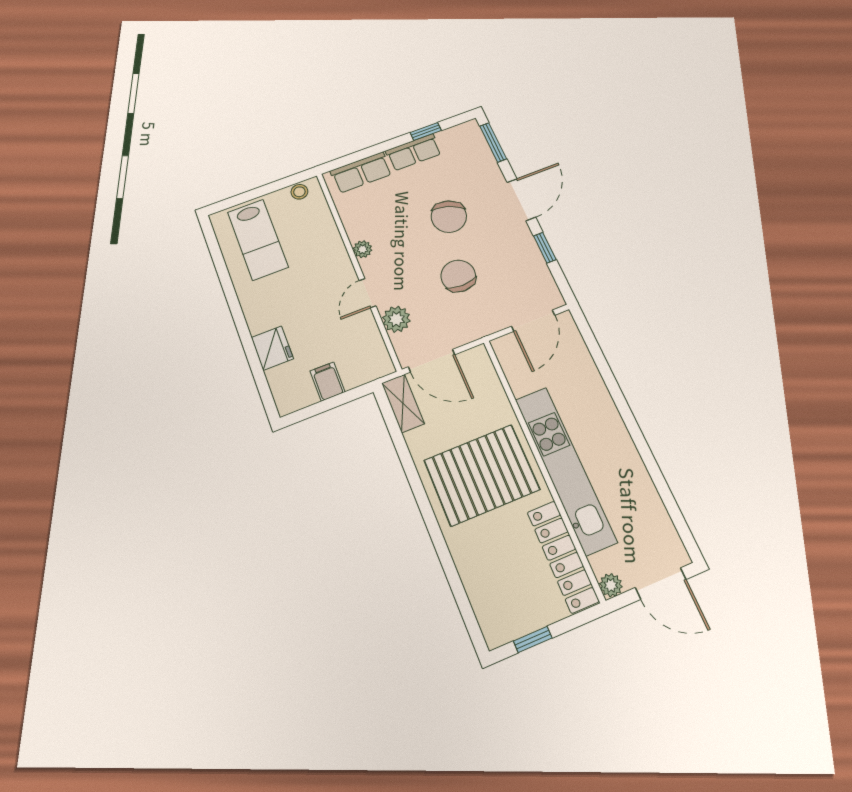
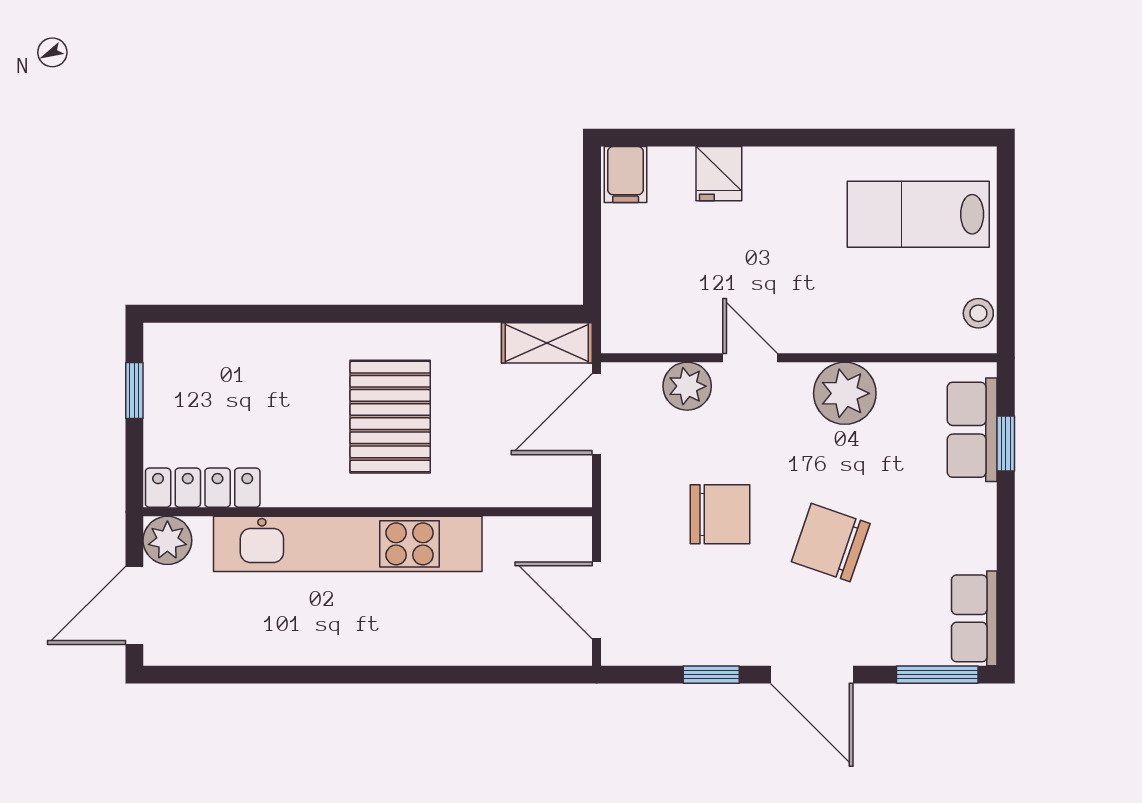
window: (426, 131) -> (1006, 444), moved
row of seats: (414, 152) -> (974, 618), moved
plant: (363, 249) -> (845, 393), width x1.88, depth x1.88
fridge: (272, 348) -> (719, 174), width x0.72
filing cabinet: (328, 381) -> (626, 175), moved, turned 90
pallet: (482, 475) -> (390, 417), width x0.73, depth x0.71
locker: (563, 556) -> (203, 488), width x0.71, depth x0.83
plant: (611, 585) -> (167, 540), width x1.38, depth x1.38

